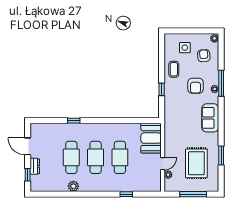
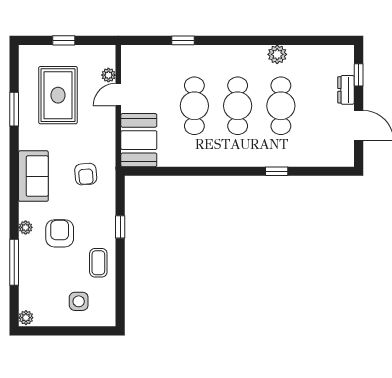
armchair: (204, 56) -> (86, 174), moved
window: (221, 83) -> (14, 262), moved
window: (193, 194) -> (64, 40), width x0.46

